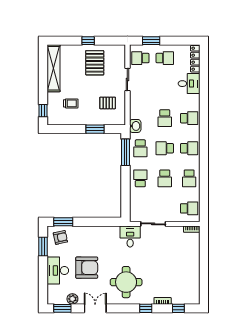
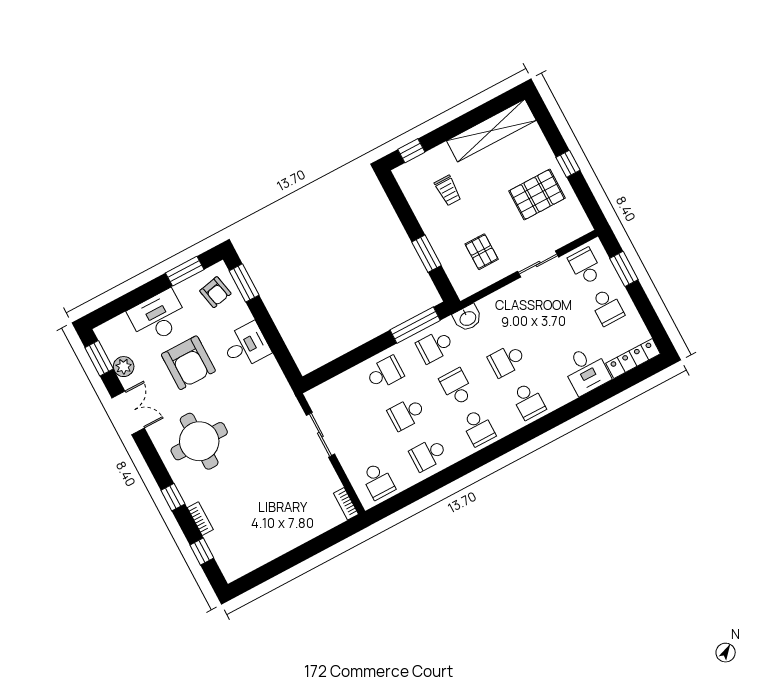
desk: (130, 236) -> (246, 346), moved

